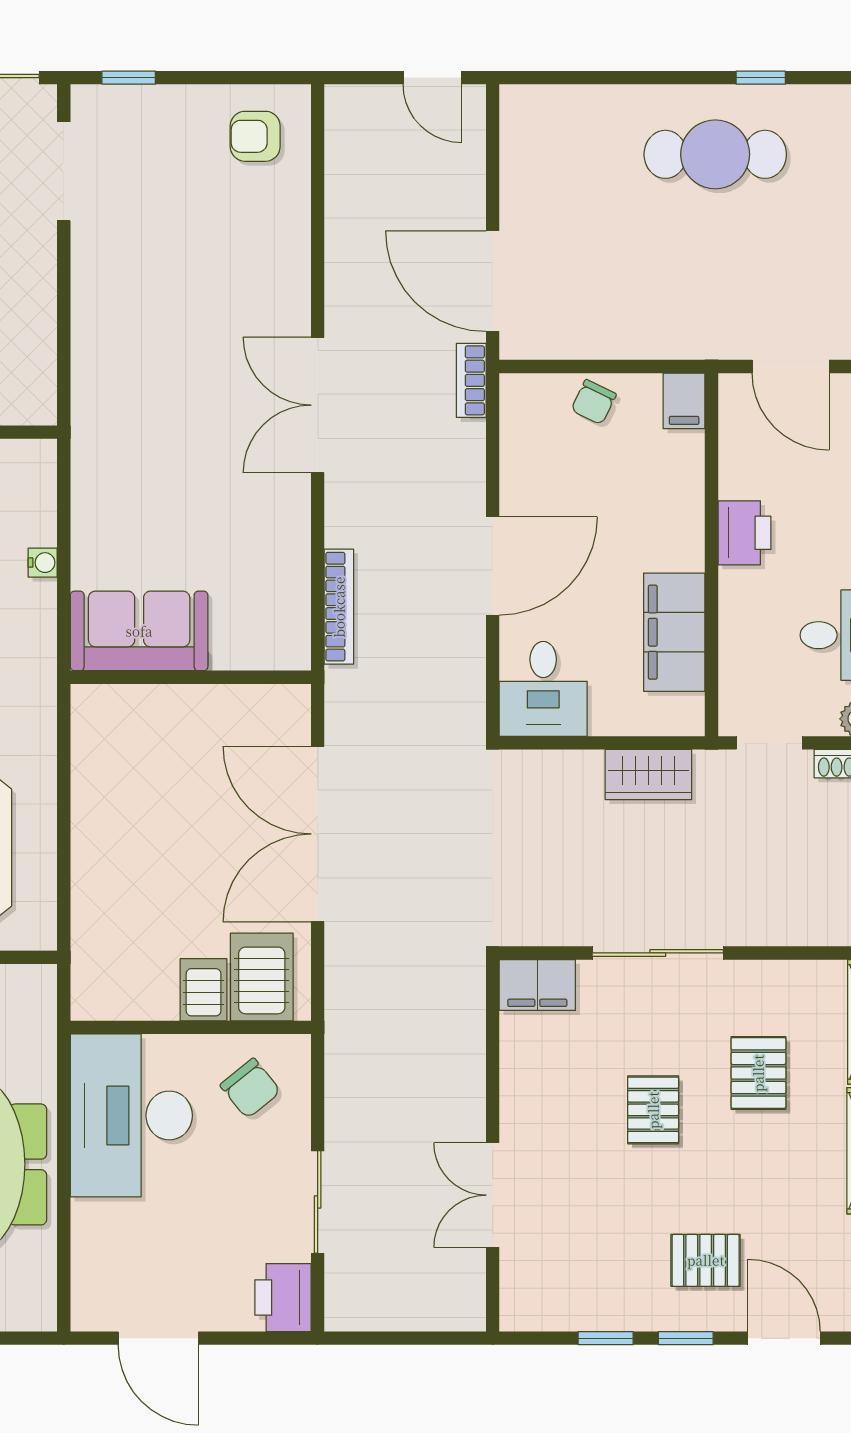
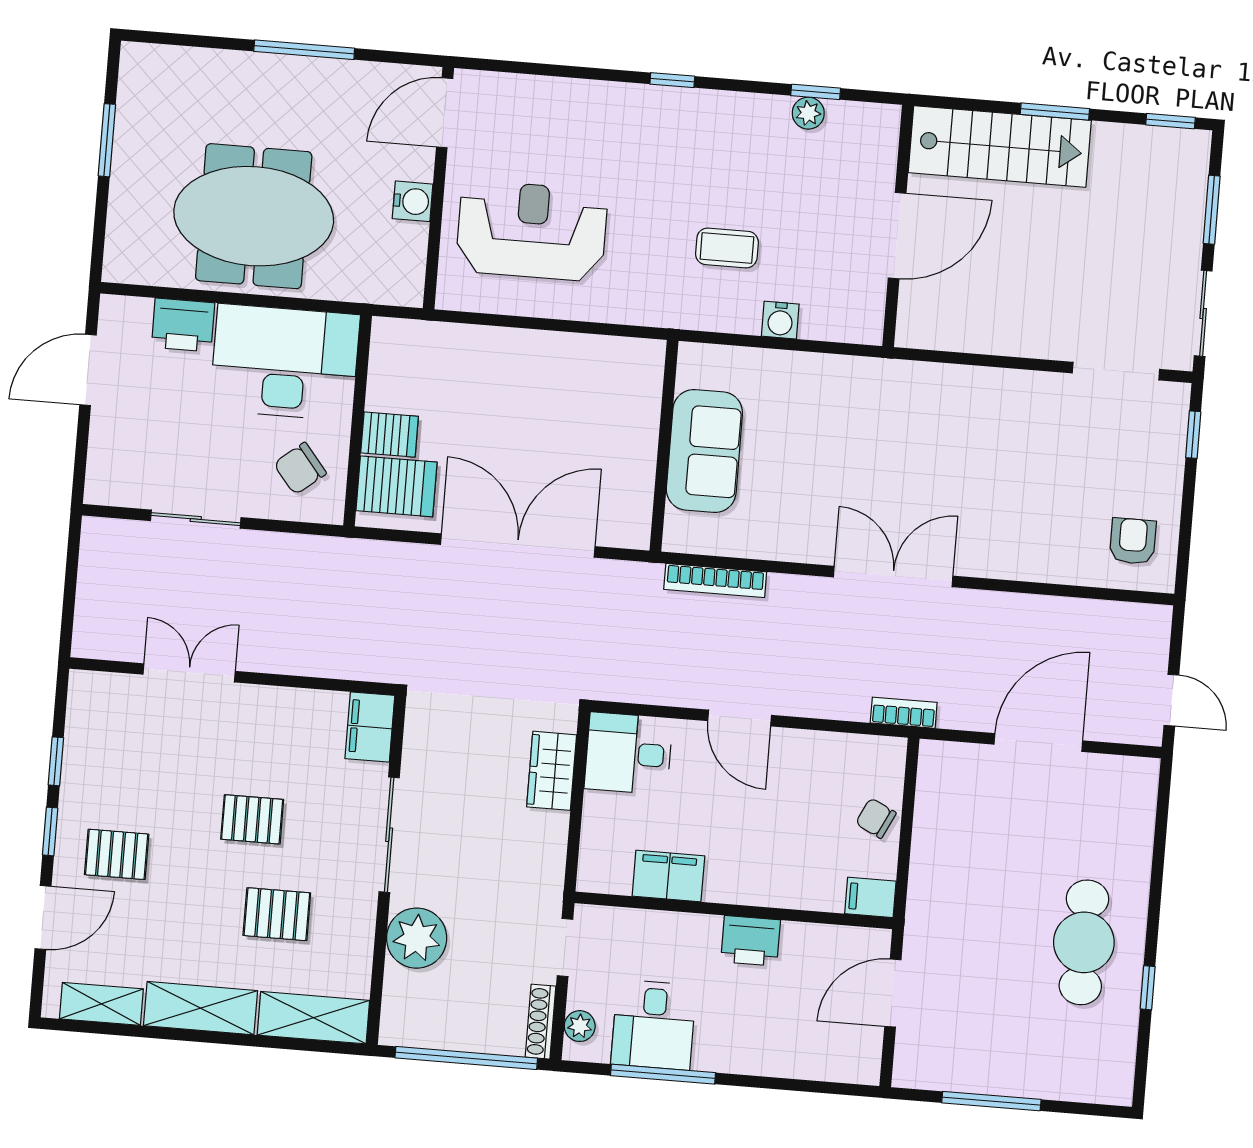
door: (432, 78) -> (1171, 700), swing flipped
door: (493, 281) -> (1038, 743), moved
water cooler: (43, 563) -> (780, 320), width x1.38, depth x1.38
door: (493, 566) -> (740, 718), width x0.73
sofa: (139, 631) -> (704, 451), moved
filing cabinet: (674, 632) -> (668, 876), width x0.67, depth x0.86
wardrobe: (648, 775) -> (552, 771), moved
plant: (773, 912) -> (417, 938), added
pallet: (706, 1260) -> (117, 854), turned 90
printer: (283, 1298) -> (183, 325), moved, turned 180

